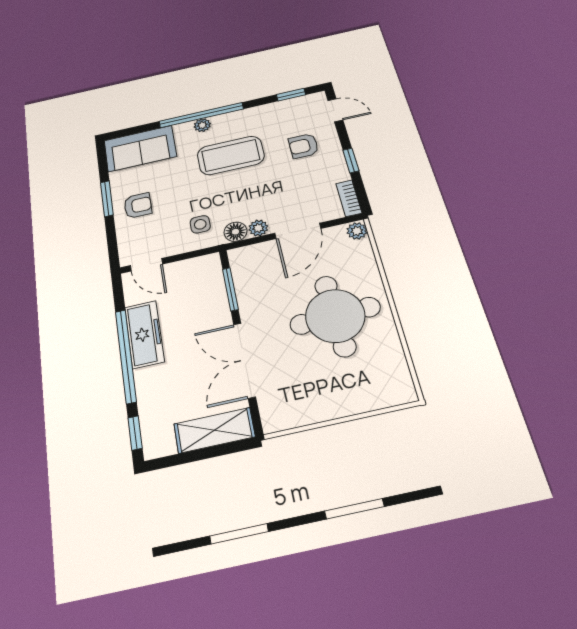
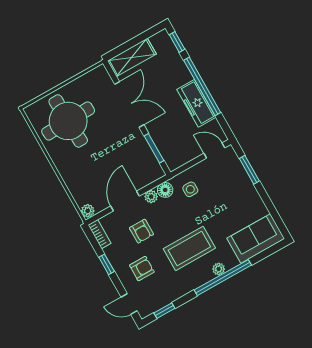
window: (107, 199) -> (249, 170), moved
armchair: (138, 206) -> (141, 231), moved, turned -90
round table: (335, 316) -> (68, 121), moved

